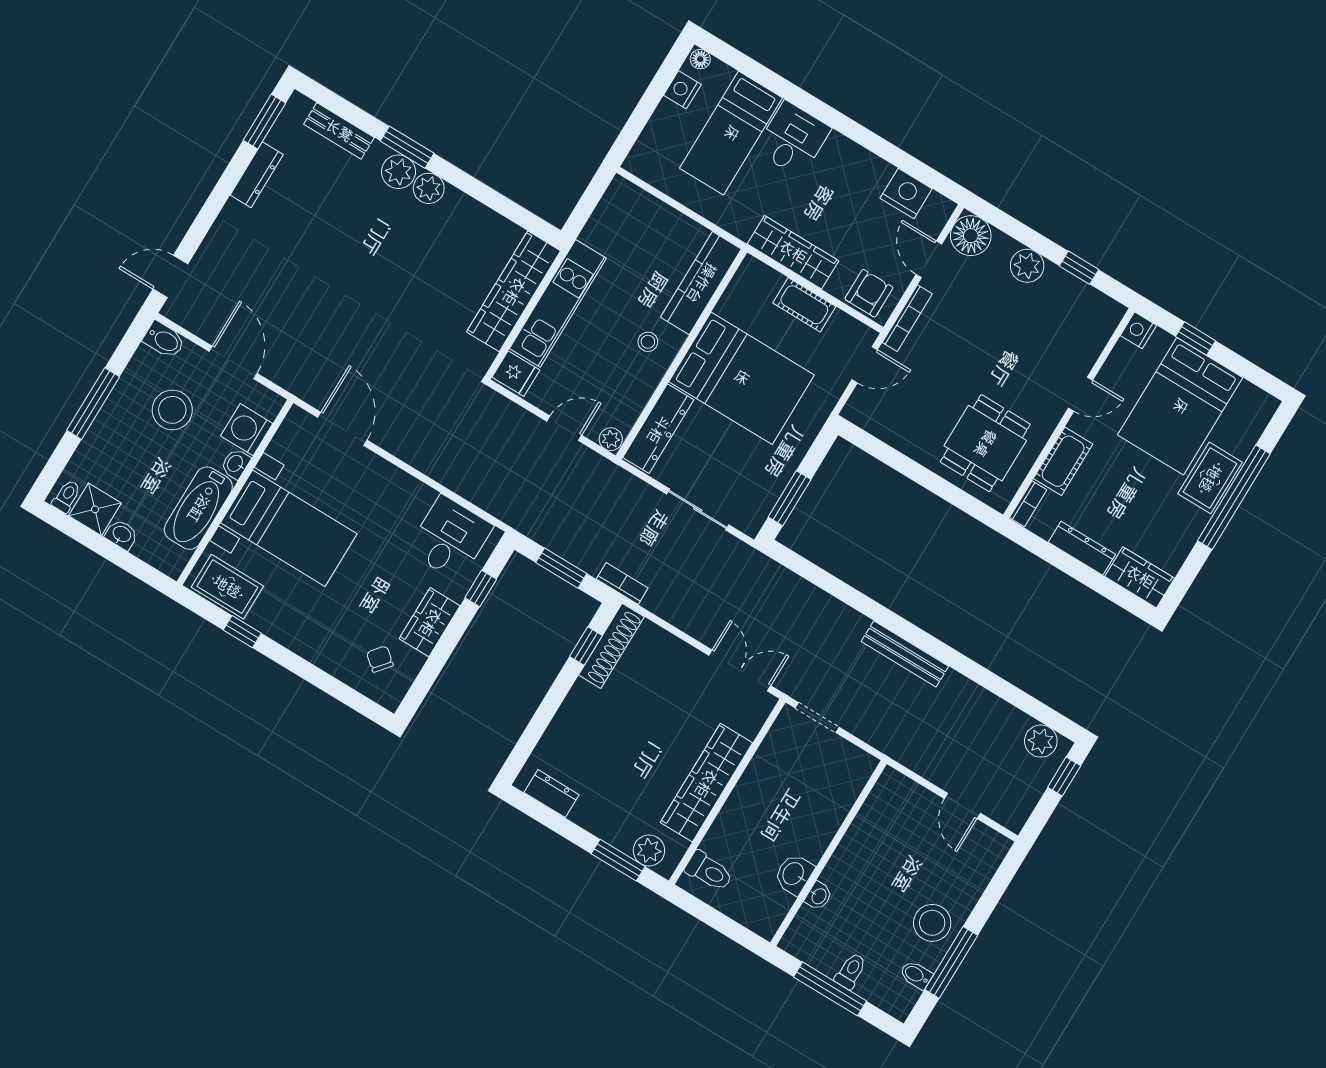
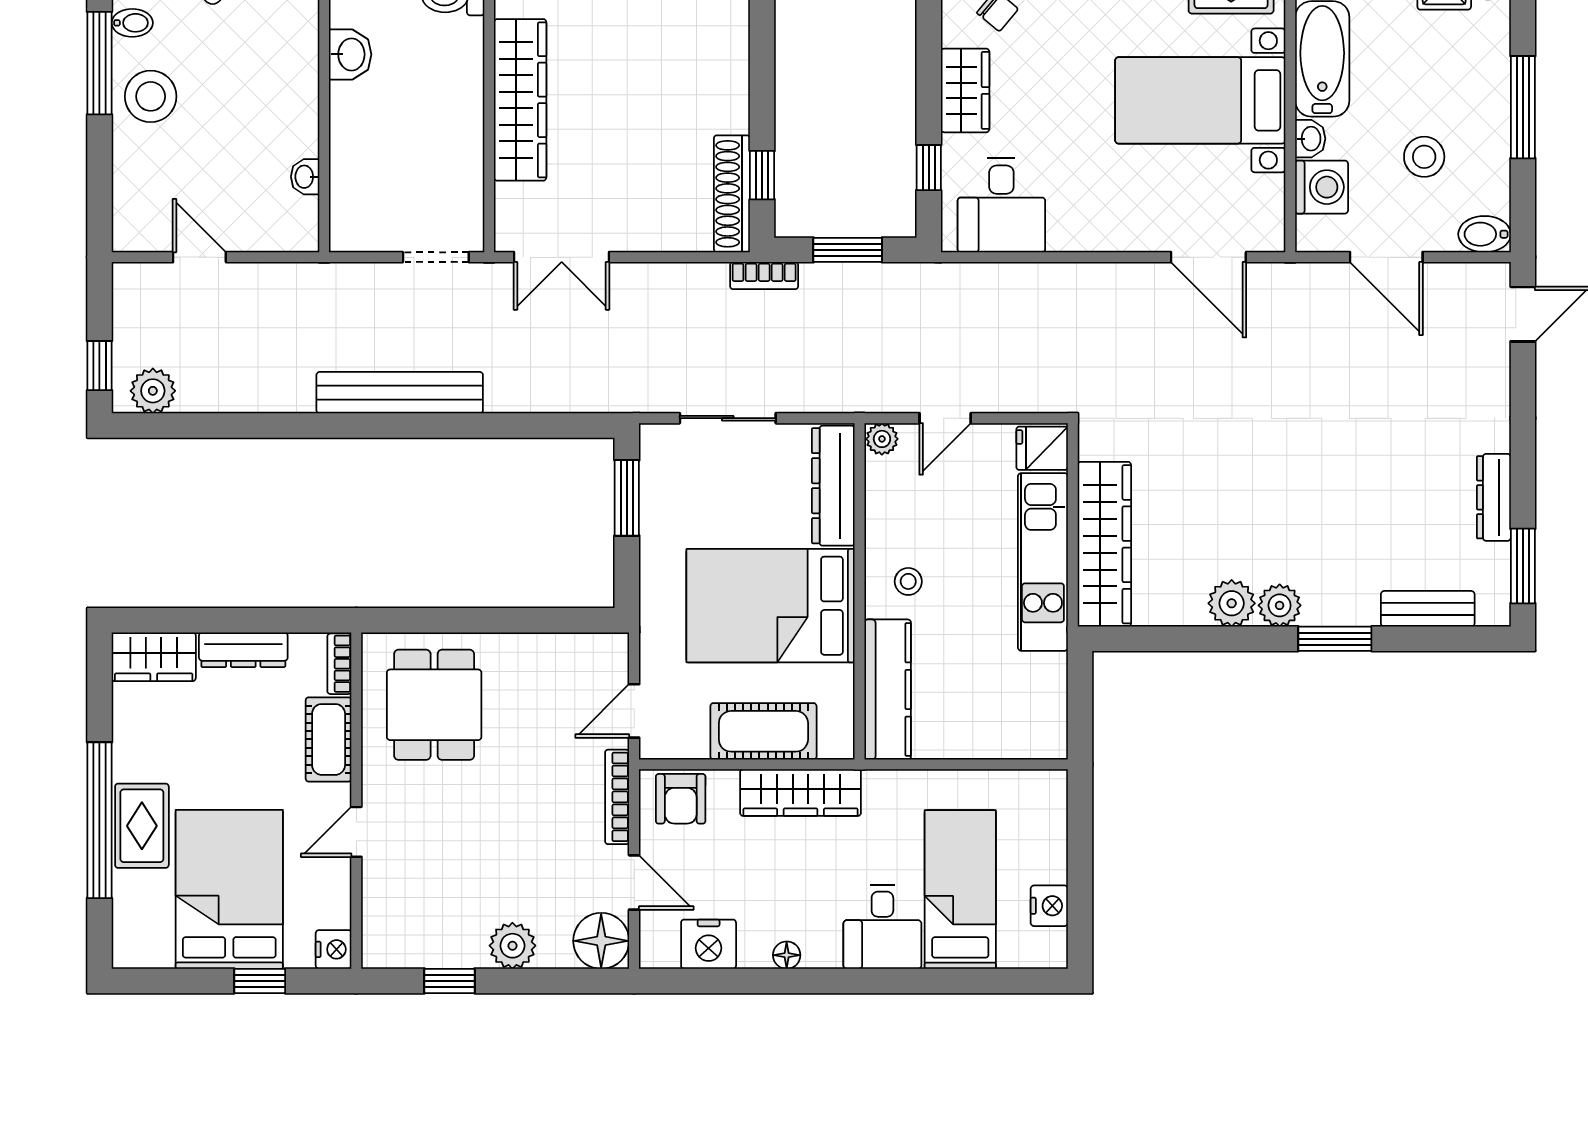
floor lamp: (700, 59) -> (787, 955), moved
plant: (398, 172) -> (1232, 603), moved
cot: (804, 305) -> (763, 731), width x1.37, depth x1.34
stool: (172, 410) -> (1424, 157), width x0.73, depth x0.73
bench: (905, 654) -> (400, 393), width x1.37, depth x1.21
washbasin: (819, 896) -> (305, 177), moved

